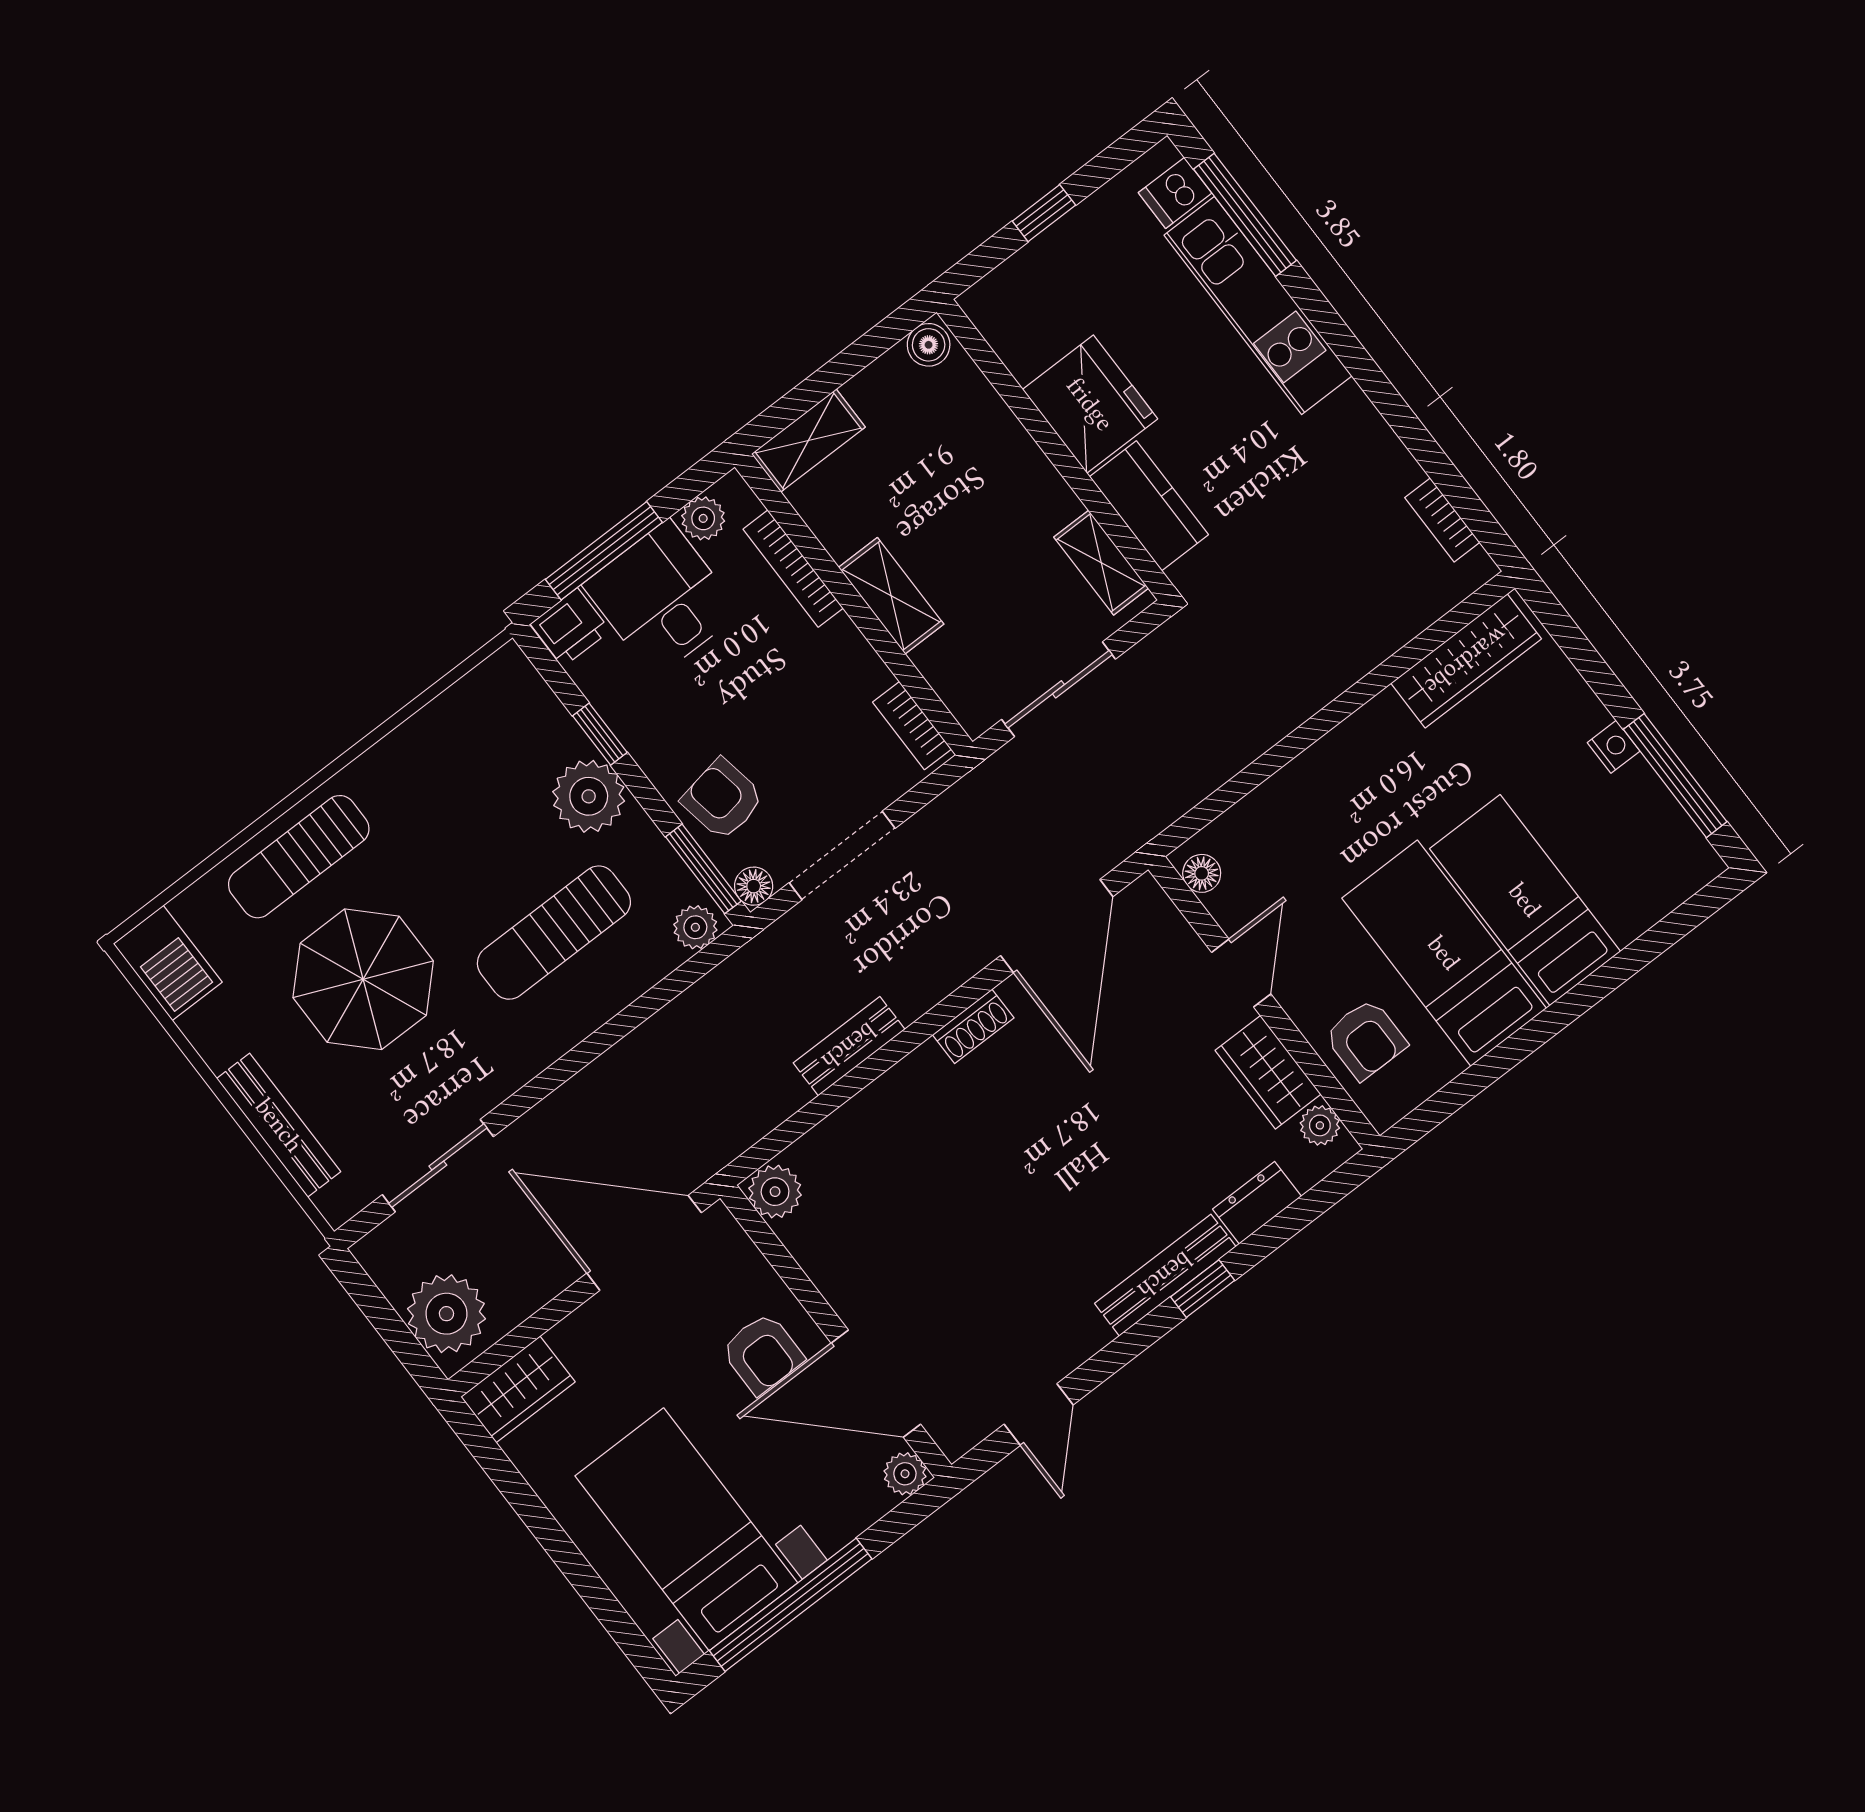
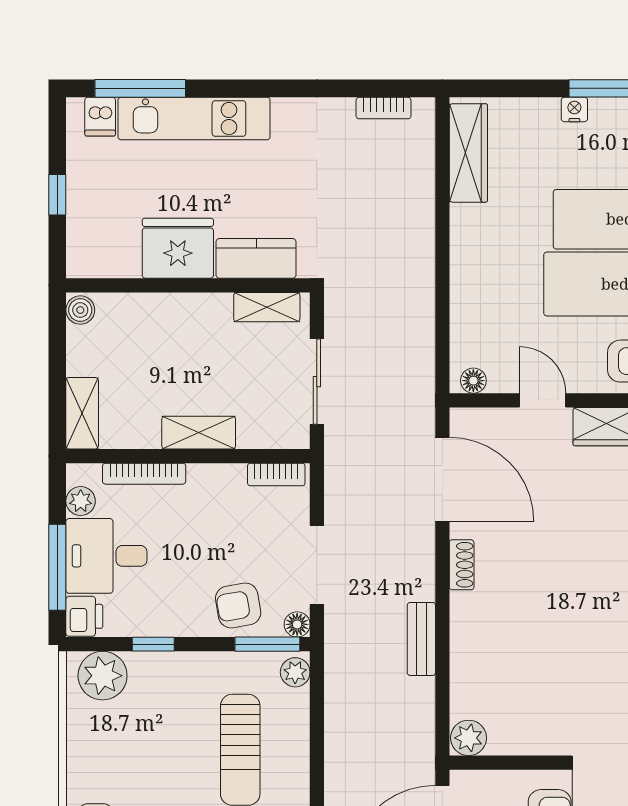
plant: (589, 796) -> (103, 676), moved

